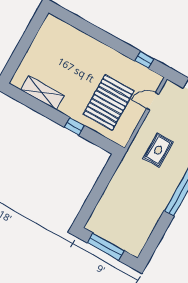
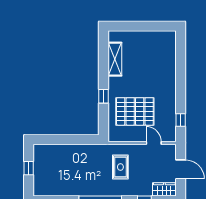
rug: (158, 150) -> (120, 167), turned 90
window: (106, 247) -> (29, 168), width x0.46

